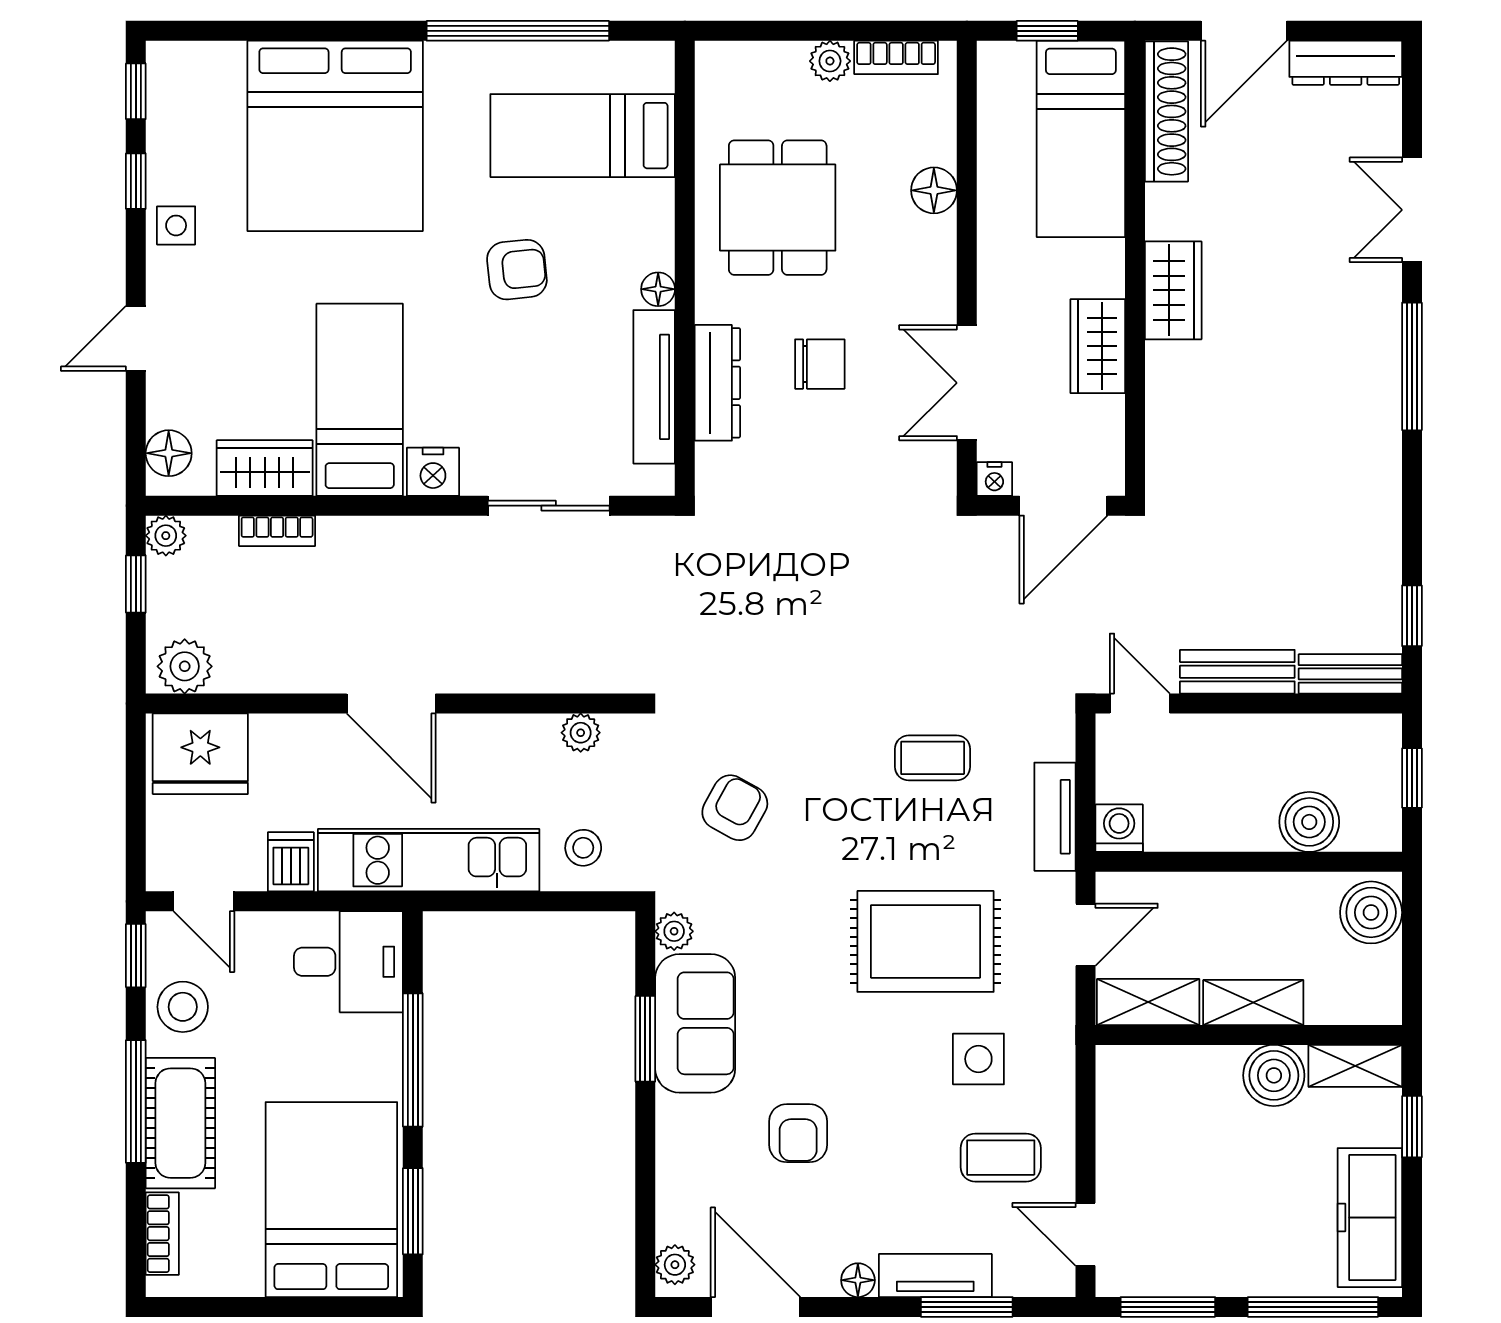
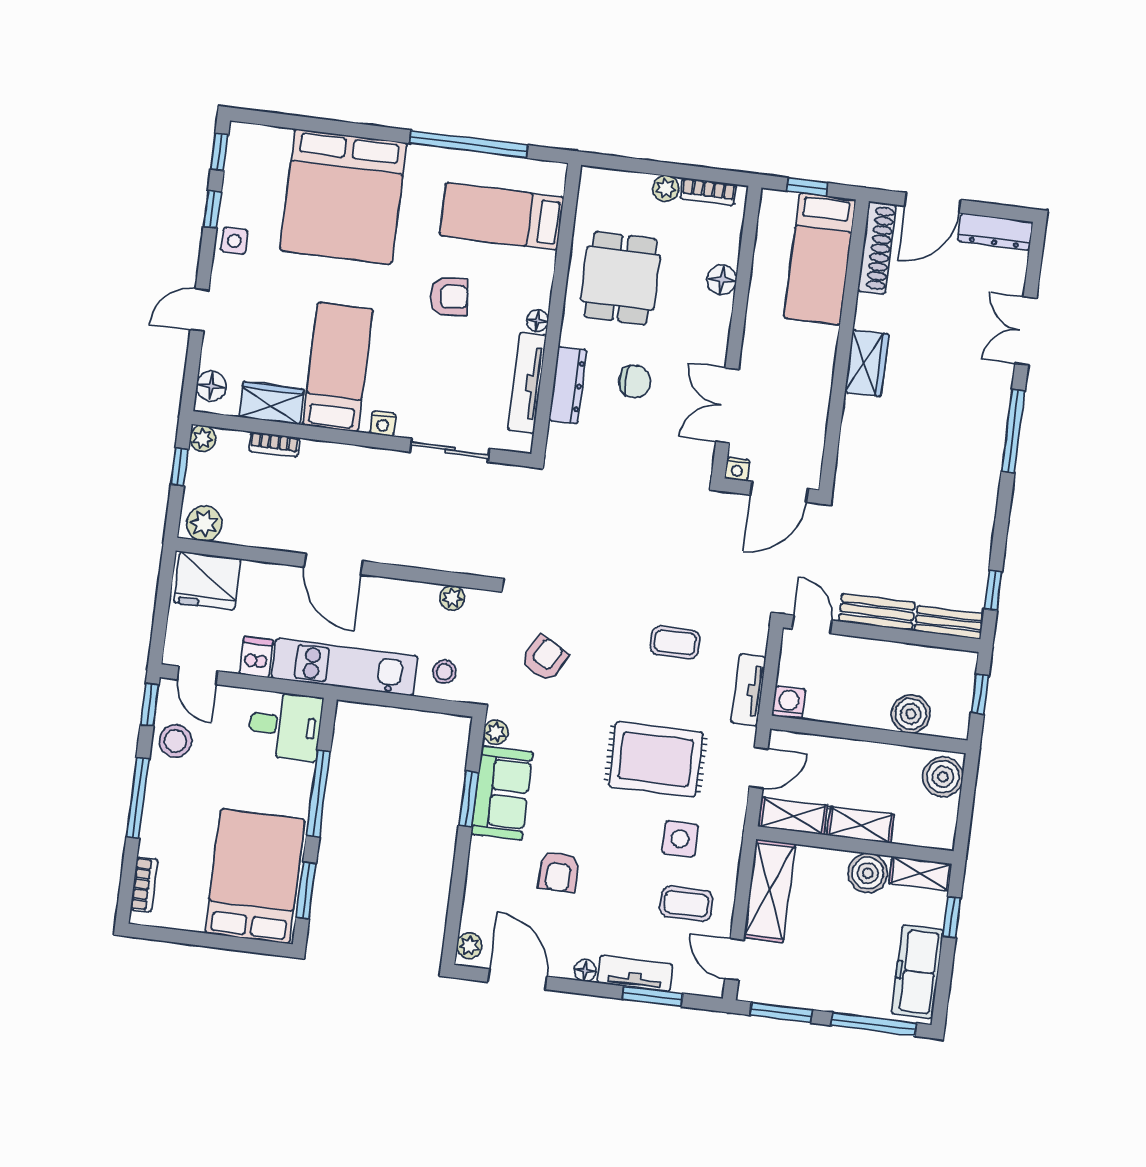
wardrobe: (1098, 346) -> (814, 393), removed
nightstand: (433, 472) -> (383, 424), width x0.72, depth x0.74
shelving: (1126, 1122) -> (769, 891), added
cot: (180, 1123) -> (165, 815), removed

